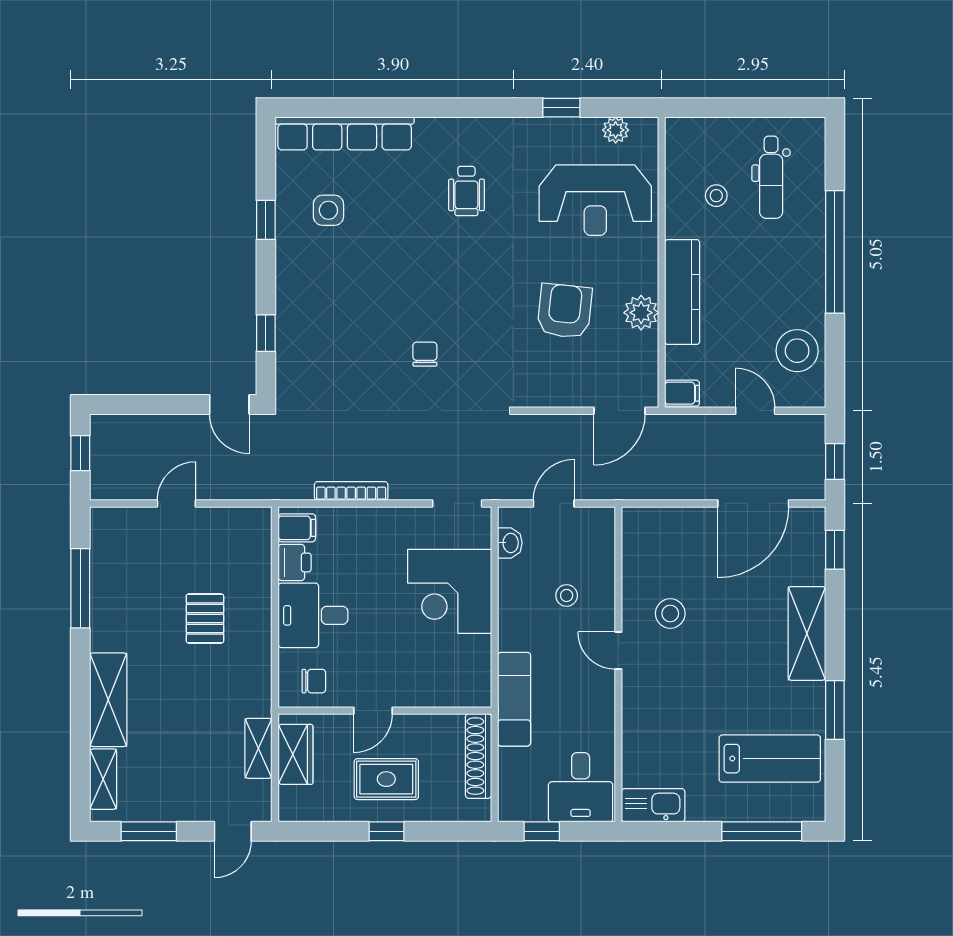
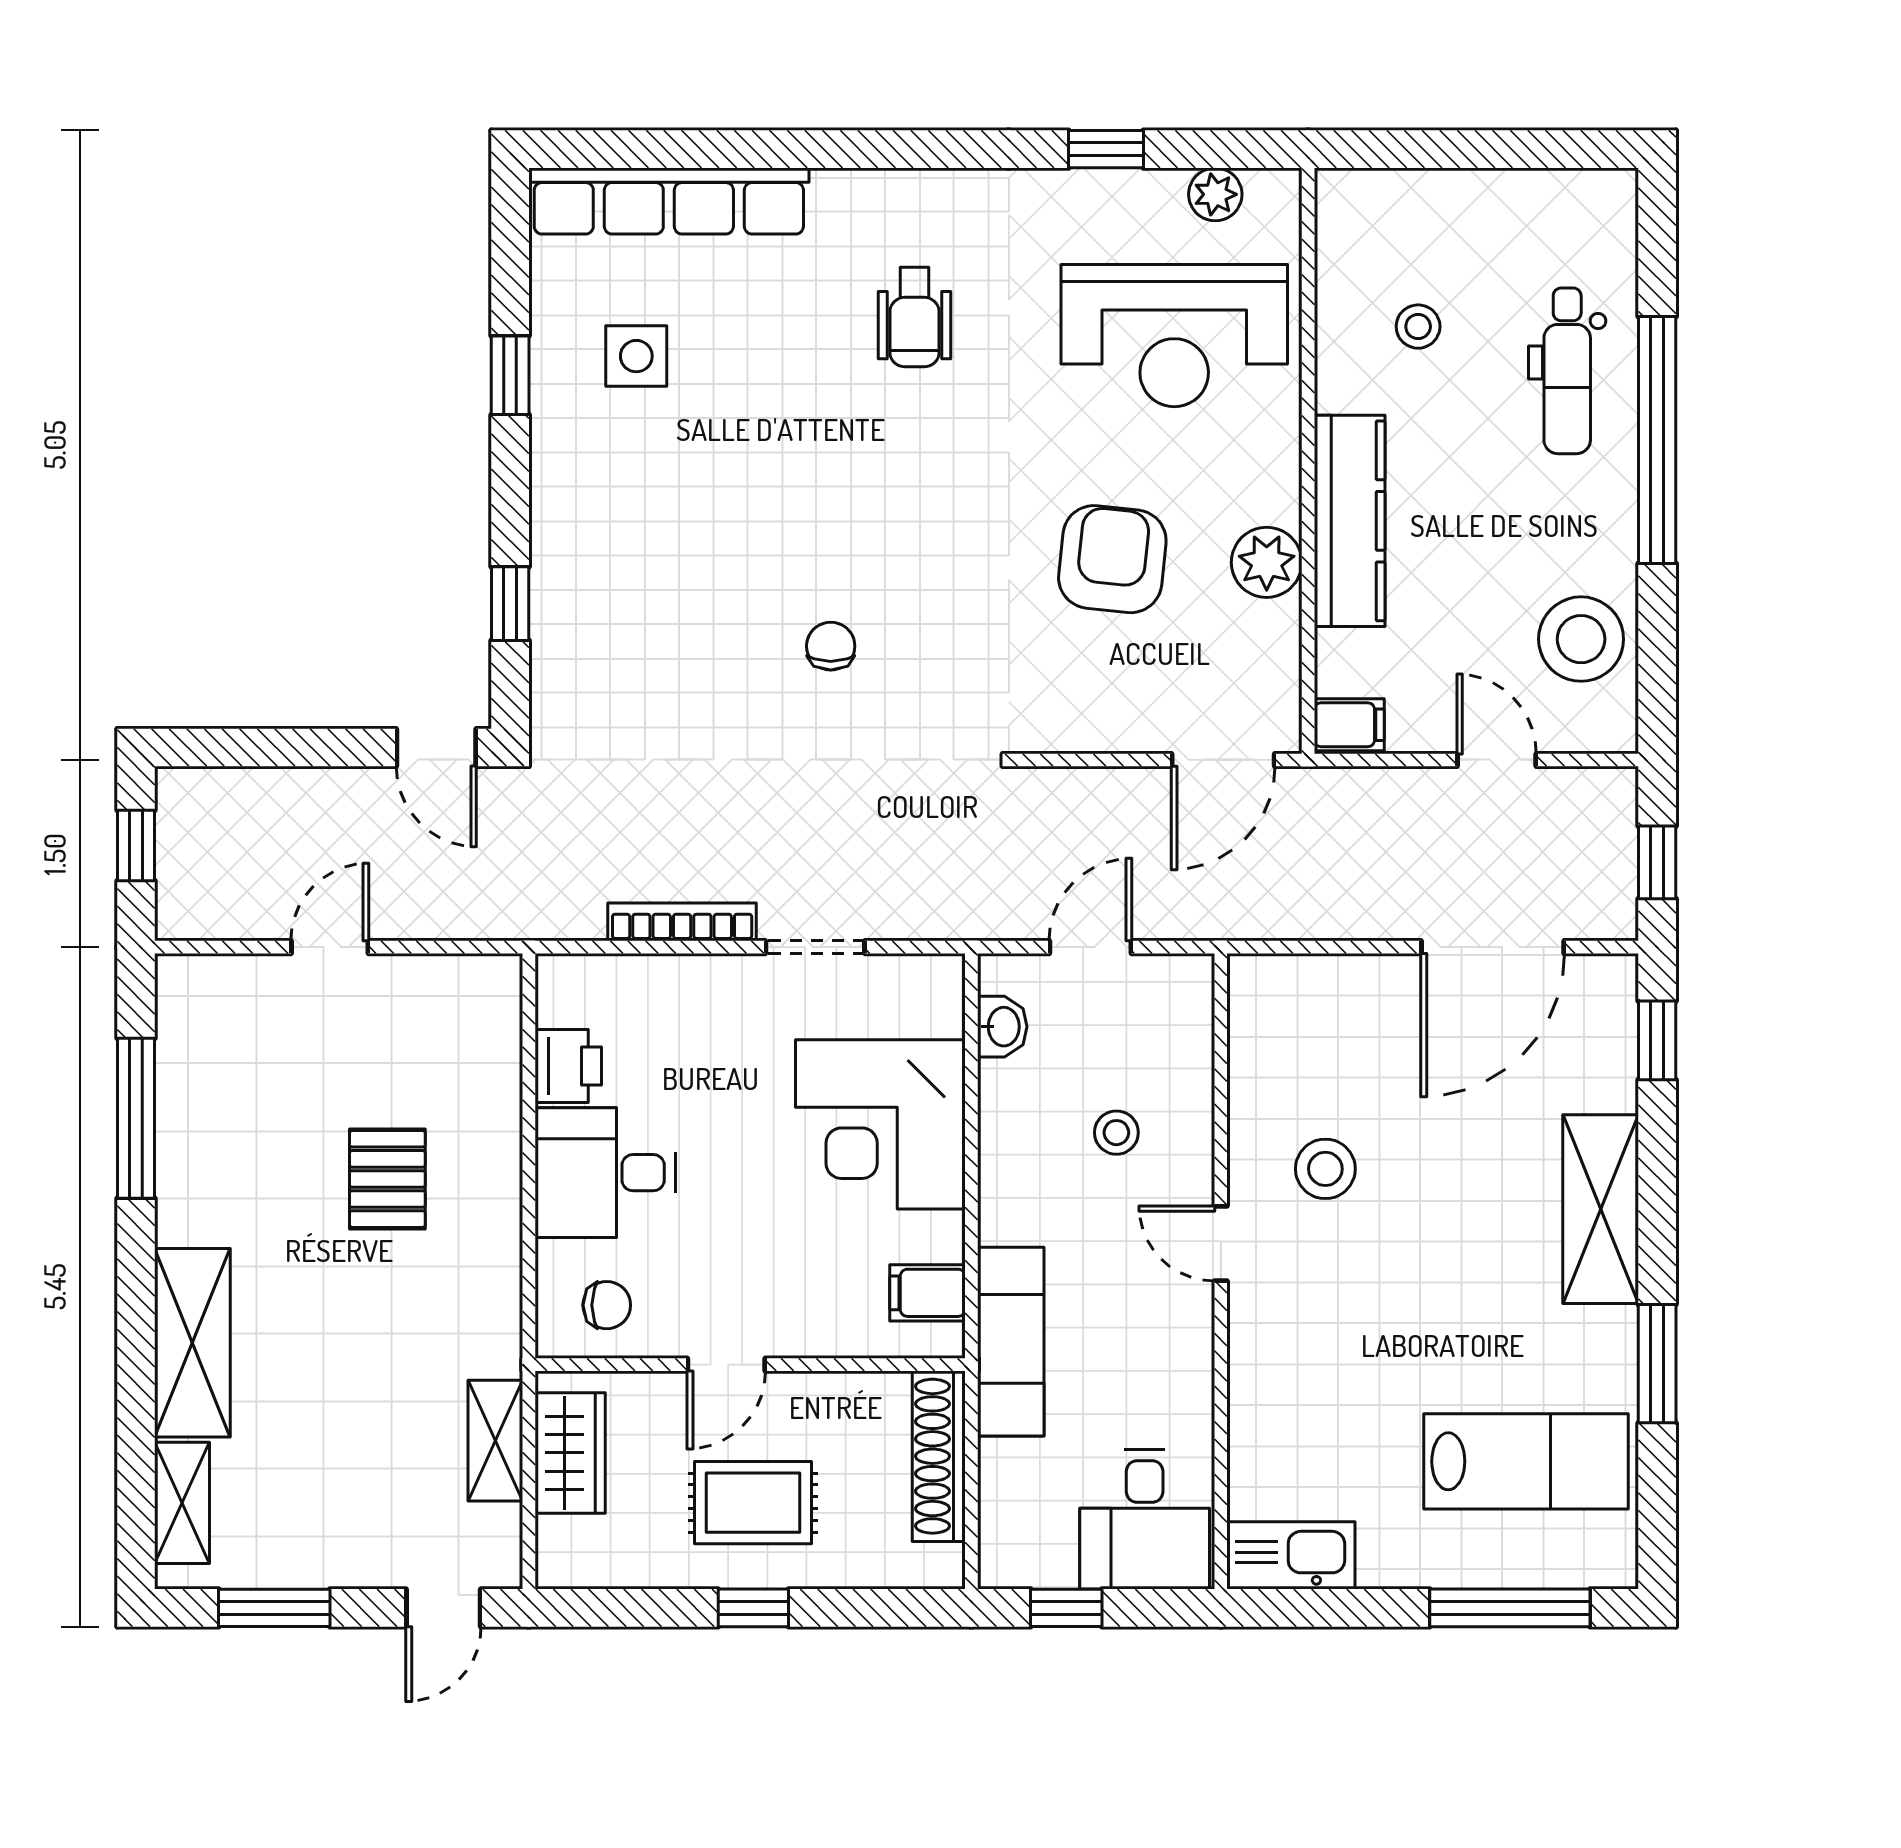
dental chair: (771, 177) -> (1567, 371), moved
doorway: (457, 503) -> (815, 947), moved
filing cabinet: (297, 528) -> (928, 1293), moved, turned 180

